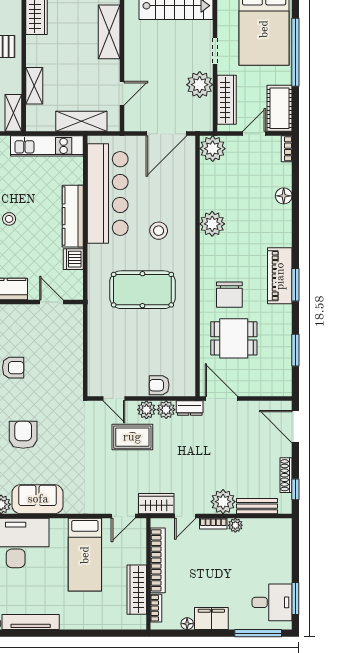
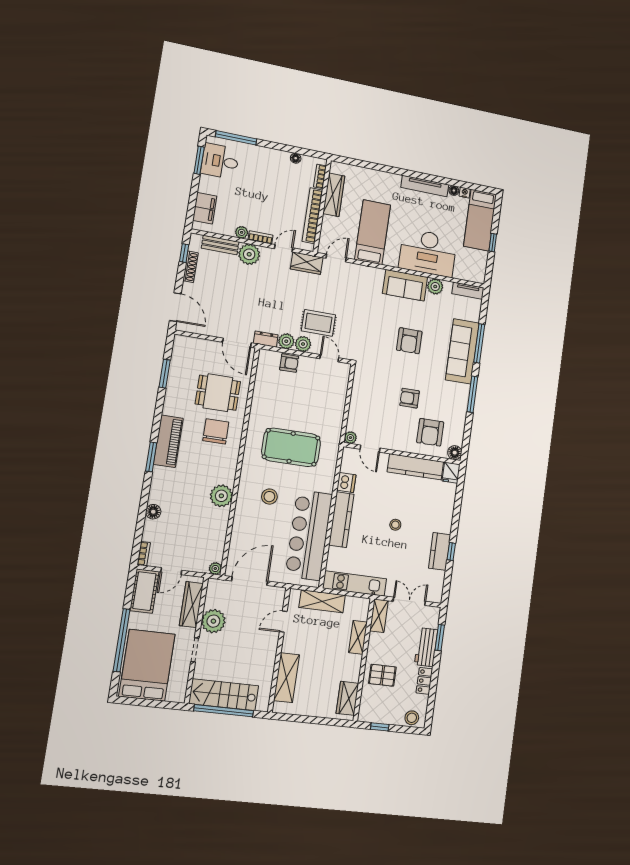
plant: (213, 149) -> (215, 569), width x0.53, depth x0.53
window: (295, 285) -> (151, 457), moved
plant: (76, 311) -> (350, 438), added
filing cabinet: (211, 619) -> (205, 208), moved, turned -90

